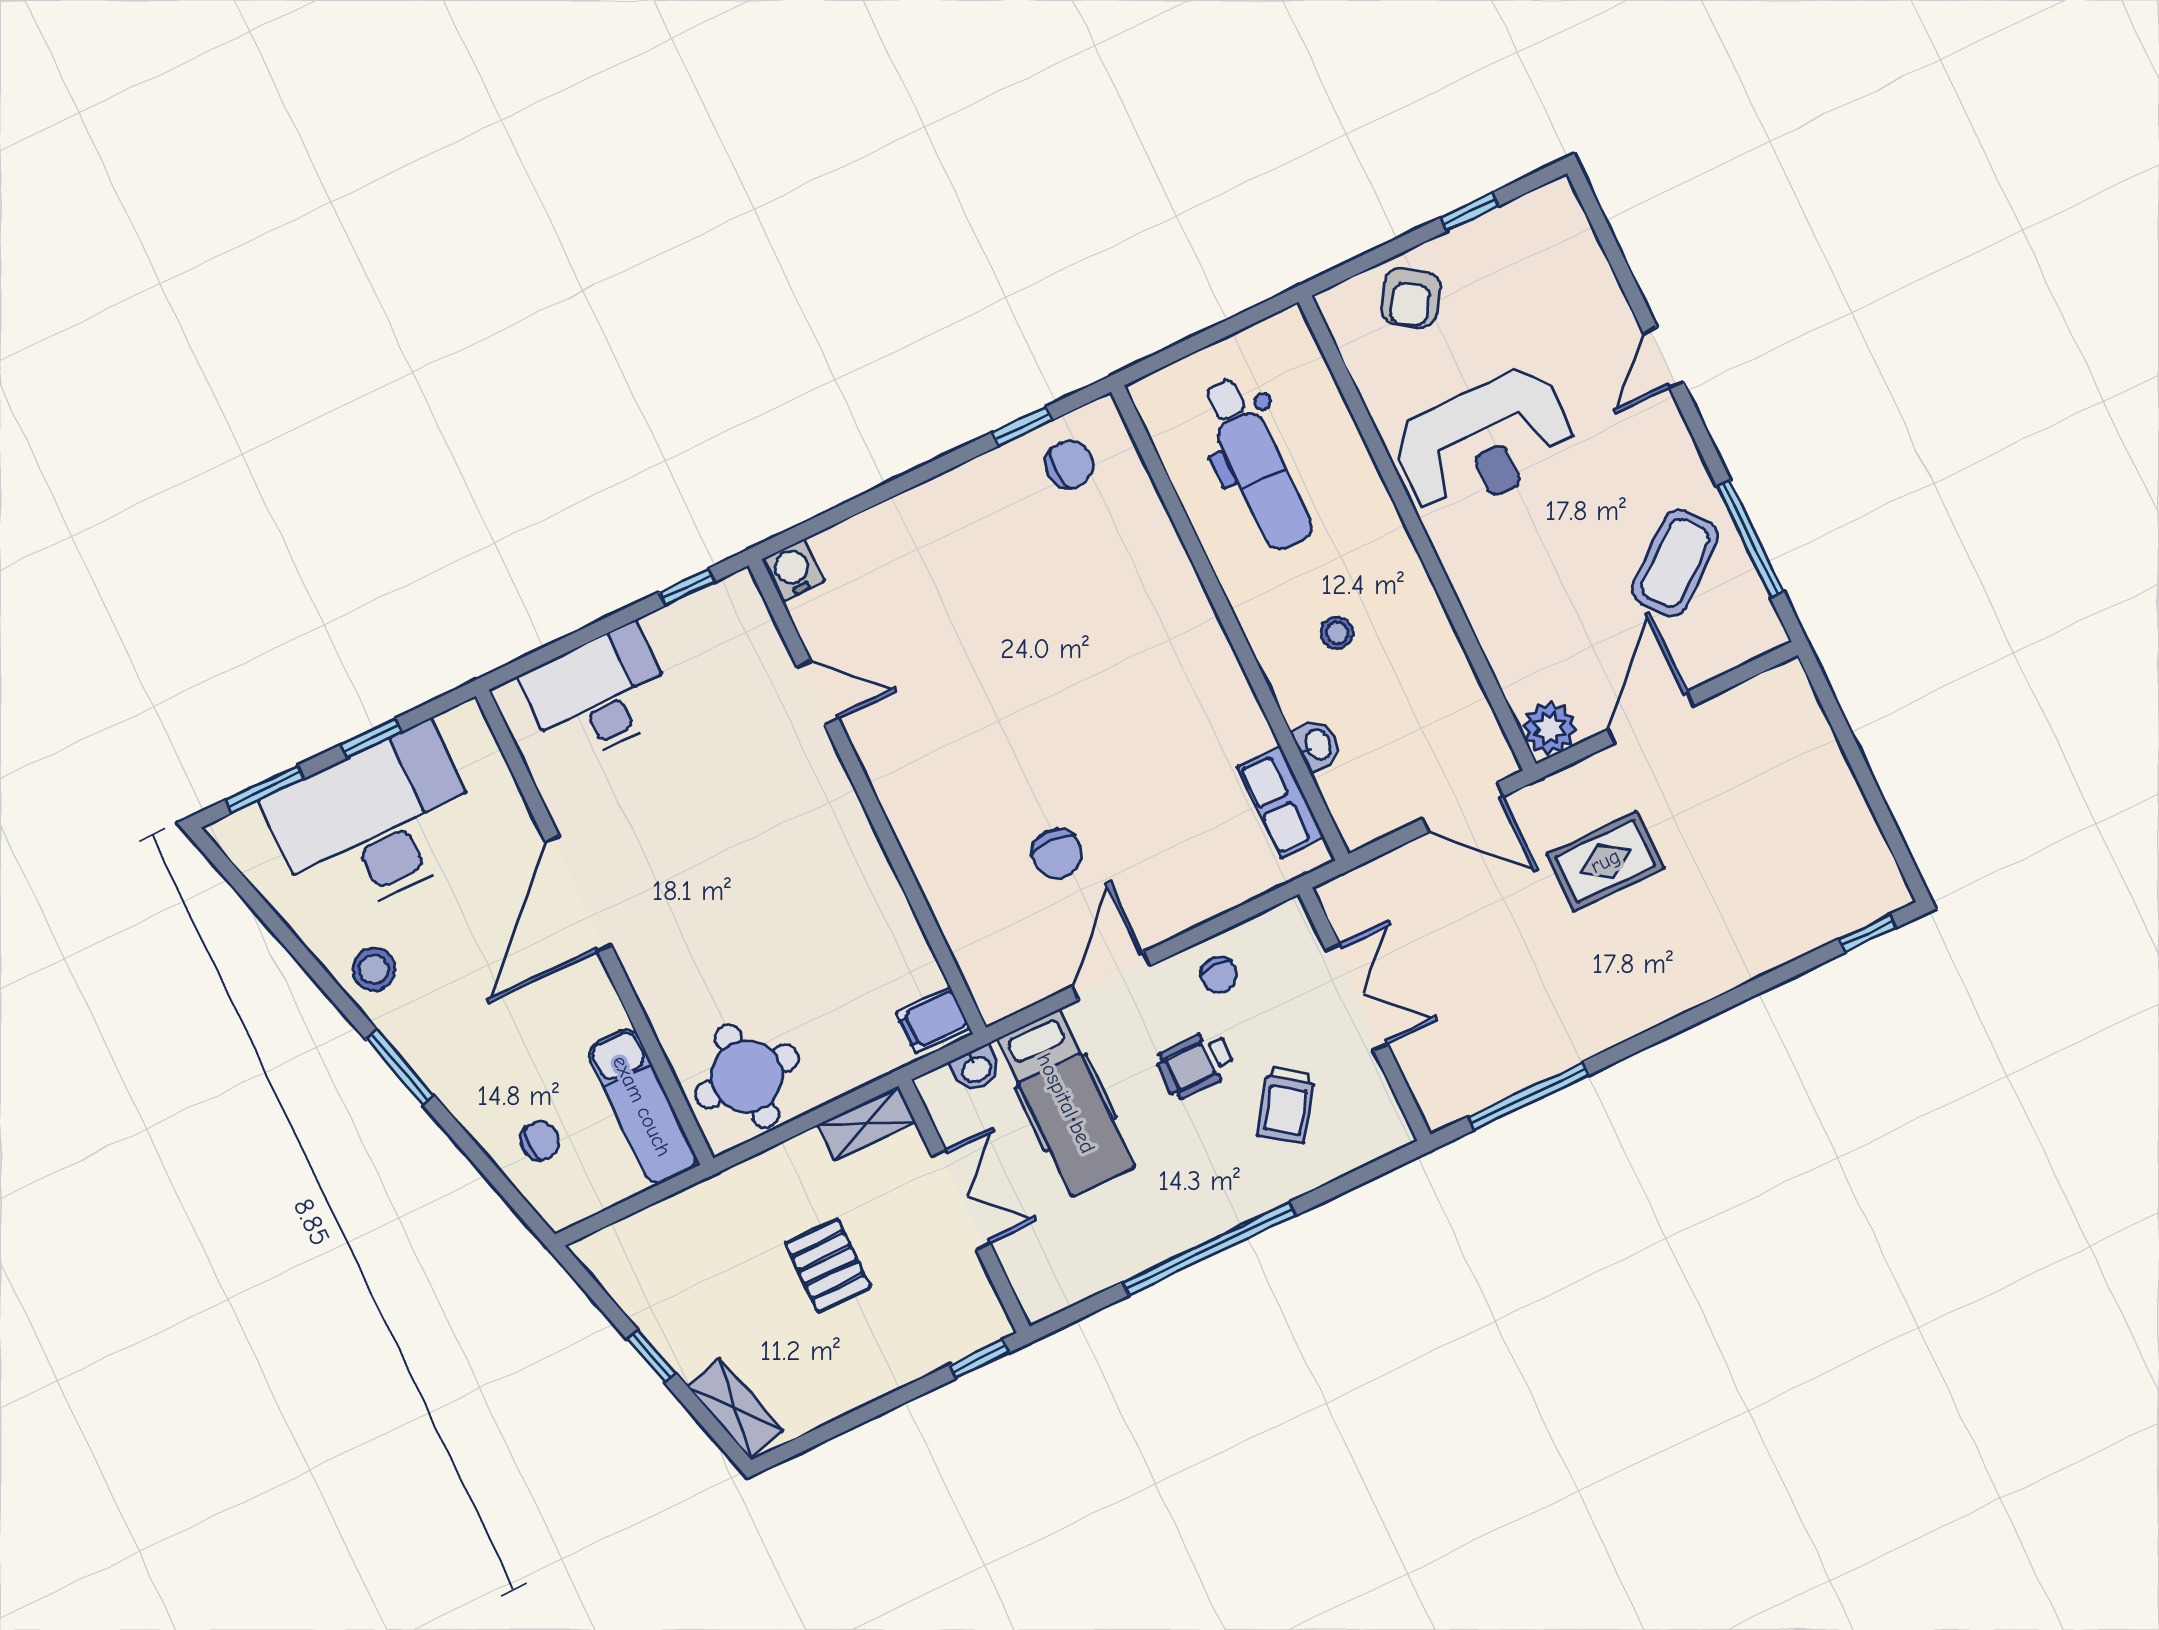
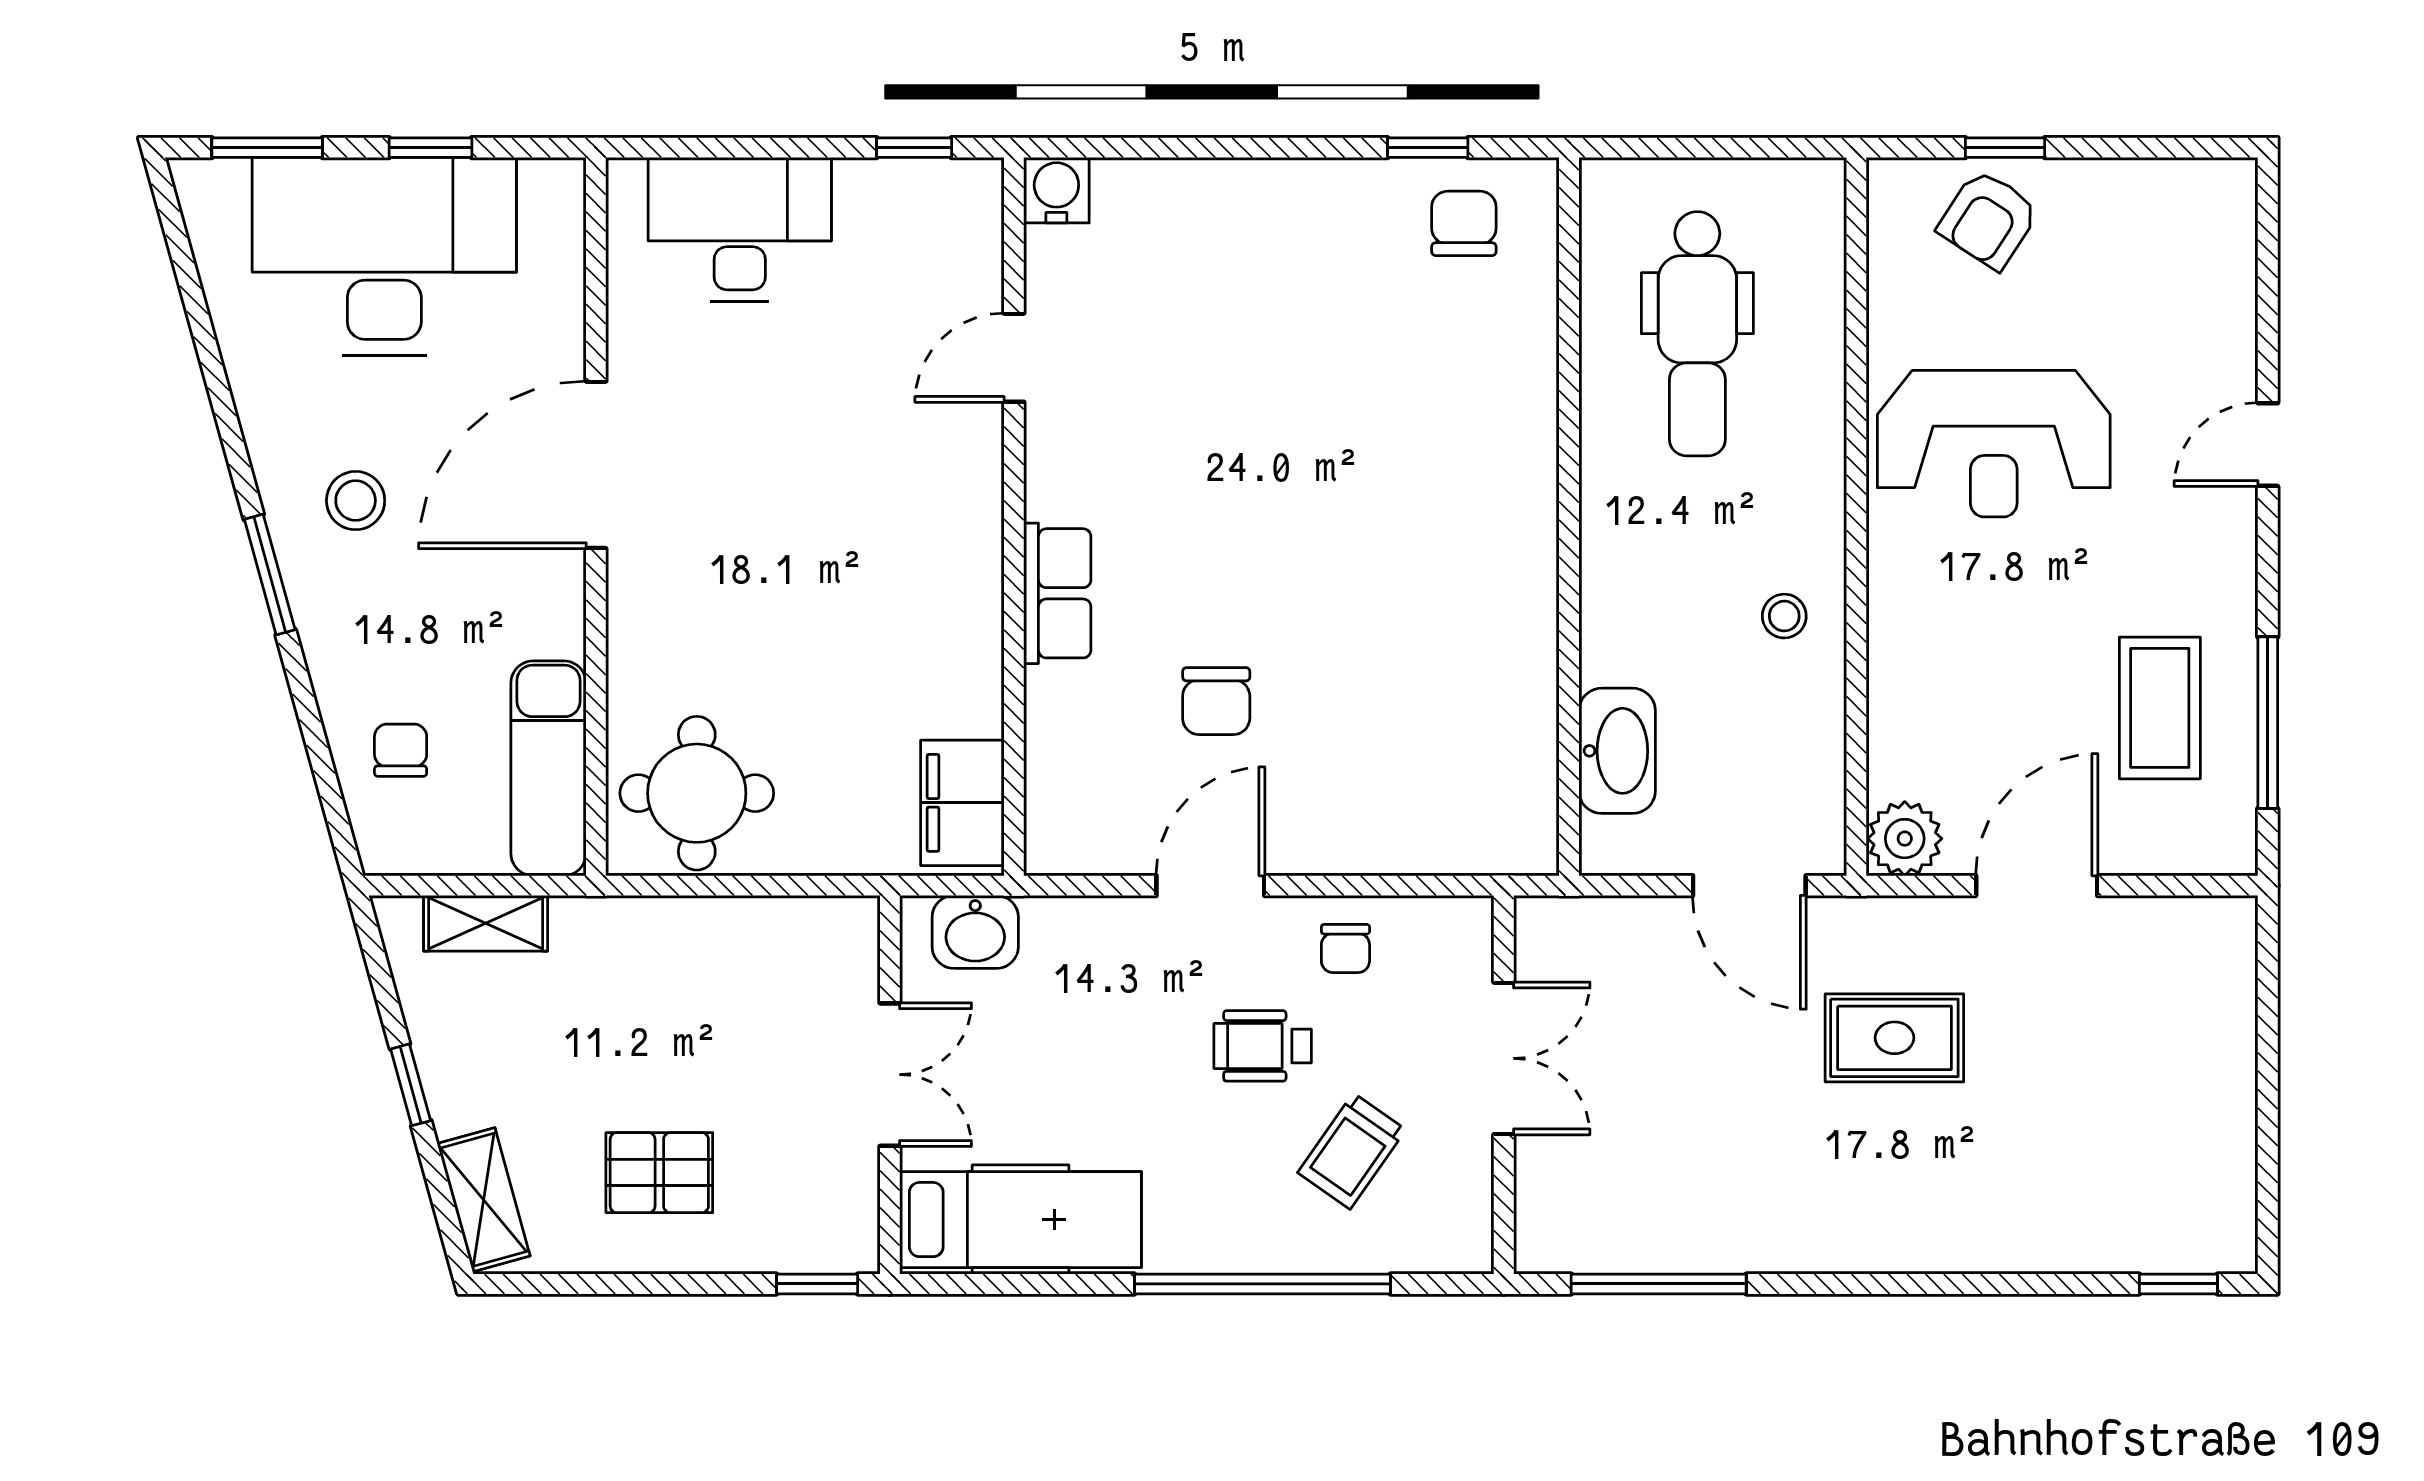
window: (1470, 212) -> (2005, 148), moved
chair: (1069, 464) -> (1464, 223), turned -90
coffee table: (1675, 563) -> (2160, 708), turned -51
stool: (1337, 633) -> (1784, 616), moved
door: (818, 693) -> (1014, 358), swing flipped
washbasin: (1317, 745) -> (1617, 751), width x1.91, depth x1.45
row of seats: (1281, 802) -> (1057, 593), moved, turned 180
stool: (374, 969) -> (356, 501), moved
filing cabinet: (933, 1020) -> (962, 803), width x2.00
washbasin: (976, 1069) -> (975, 932), width x1.38, depth x1.45
hospital bed: (1066, 1103) -> (1021, 1220), moved, turned -90
shelving: (867, 1123) -> (486, 923), moved
chair: (540, 1141) -> (401, 750), turned -90
window: (1209, 1249) -> (1262, 1284), moved
pallet: (828, 1266) -> (659, 1173), moved, turned 90

